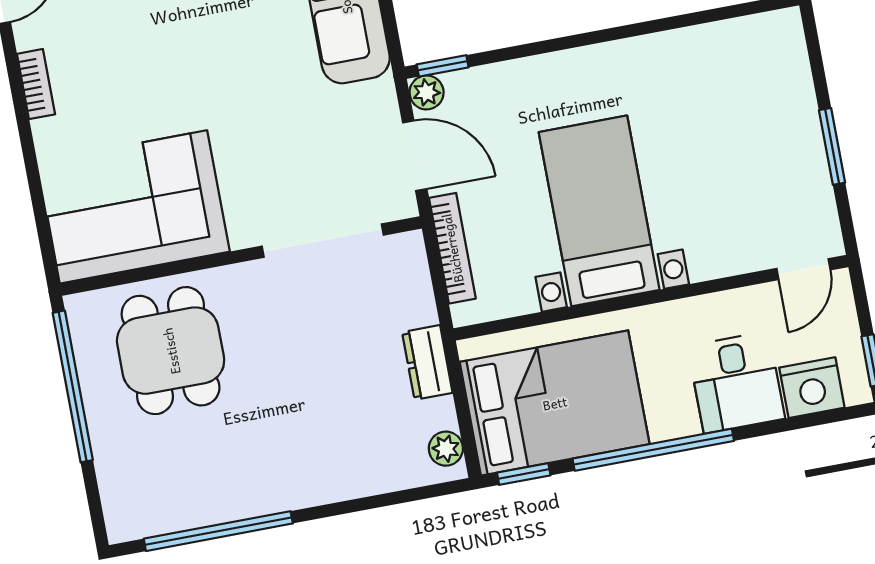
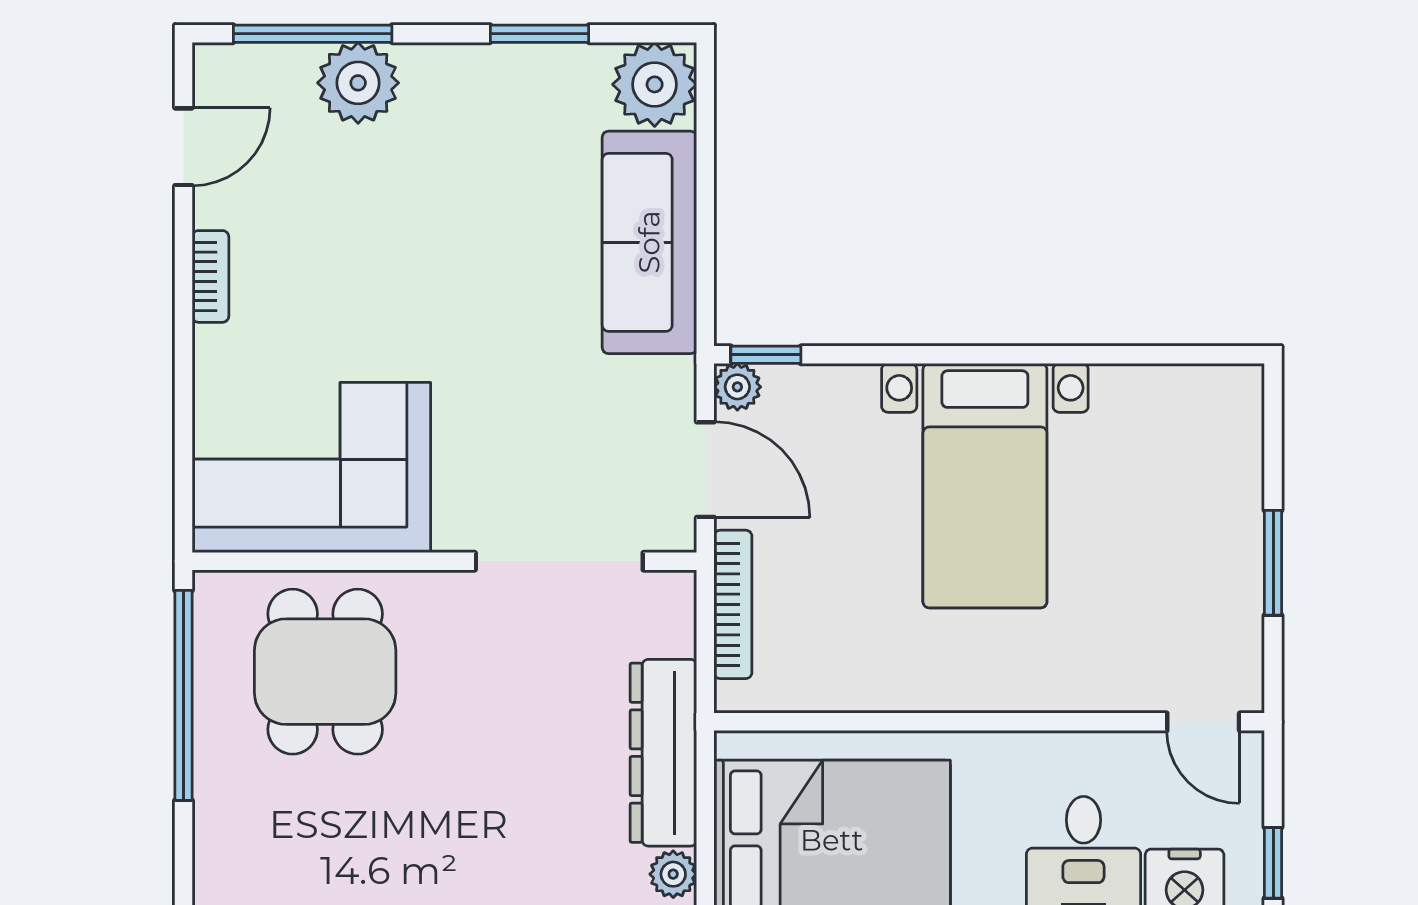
bed with nightstands: (599, 211) -> (985, 486), moved, turned 180
door: (804, 269) -> (1203, 722), hinge flipped
dresser: (427, 362) -> (663, 753), width x1.96, depth x1.24

